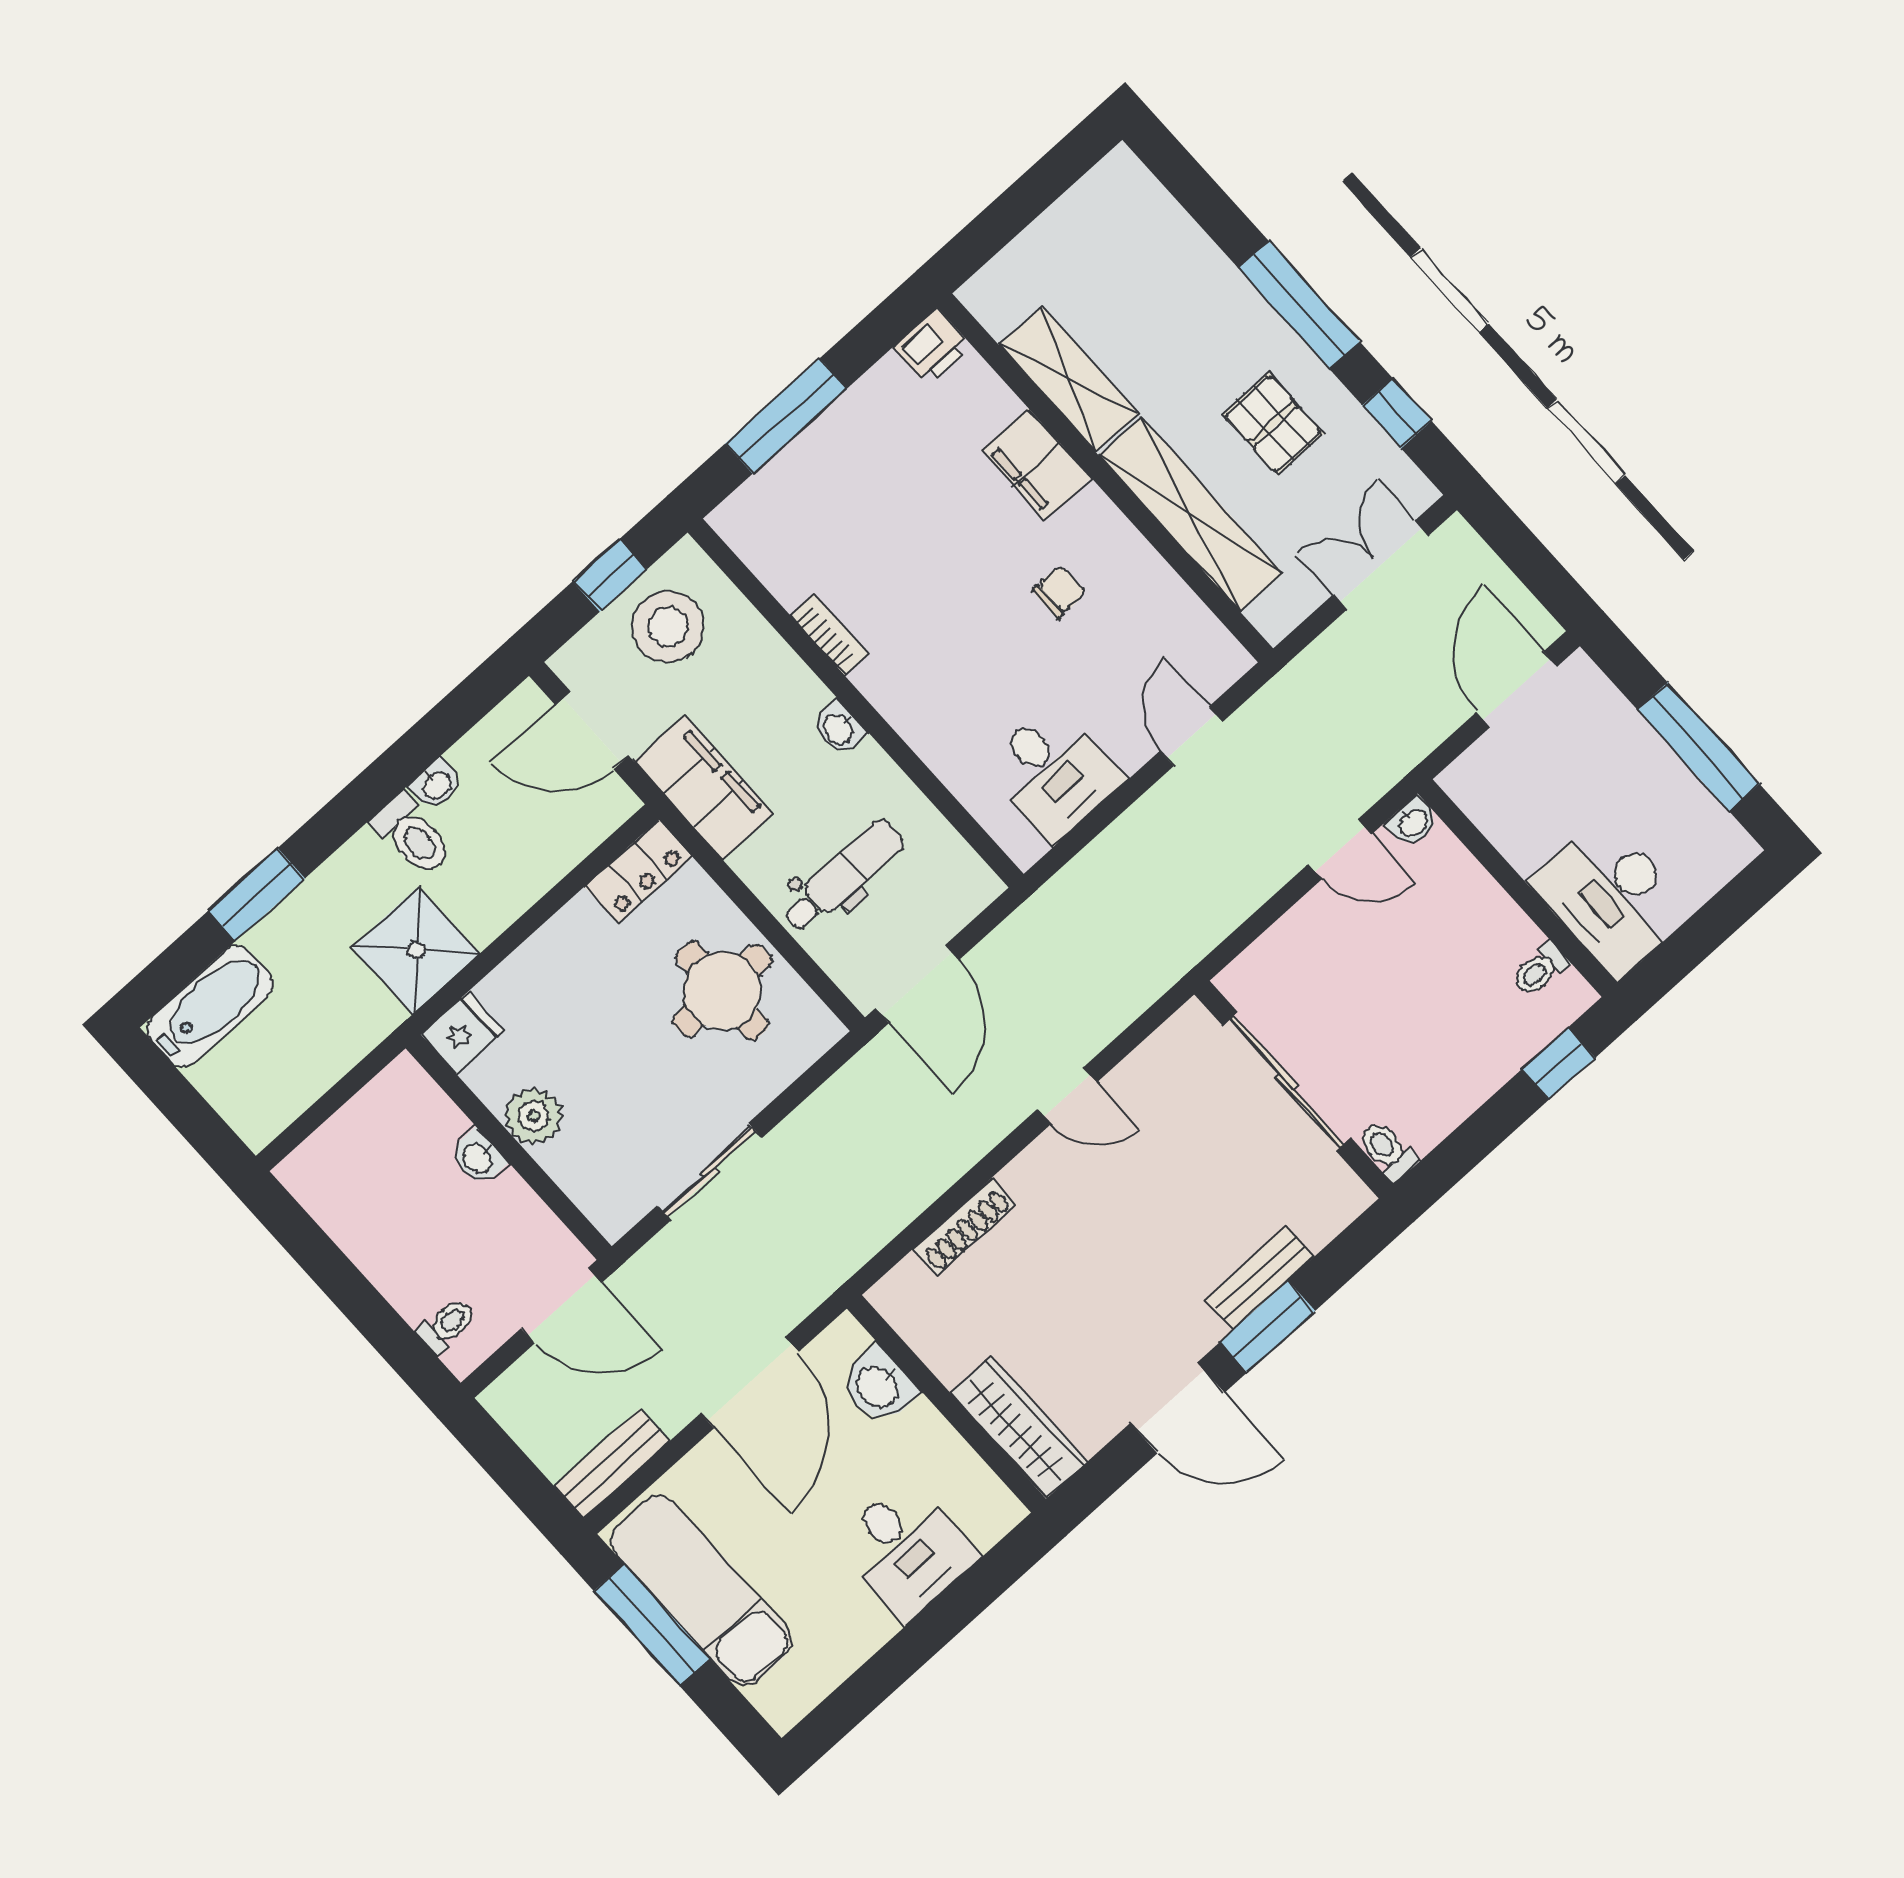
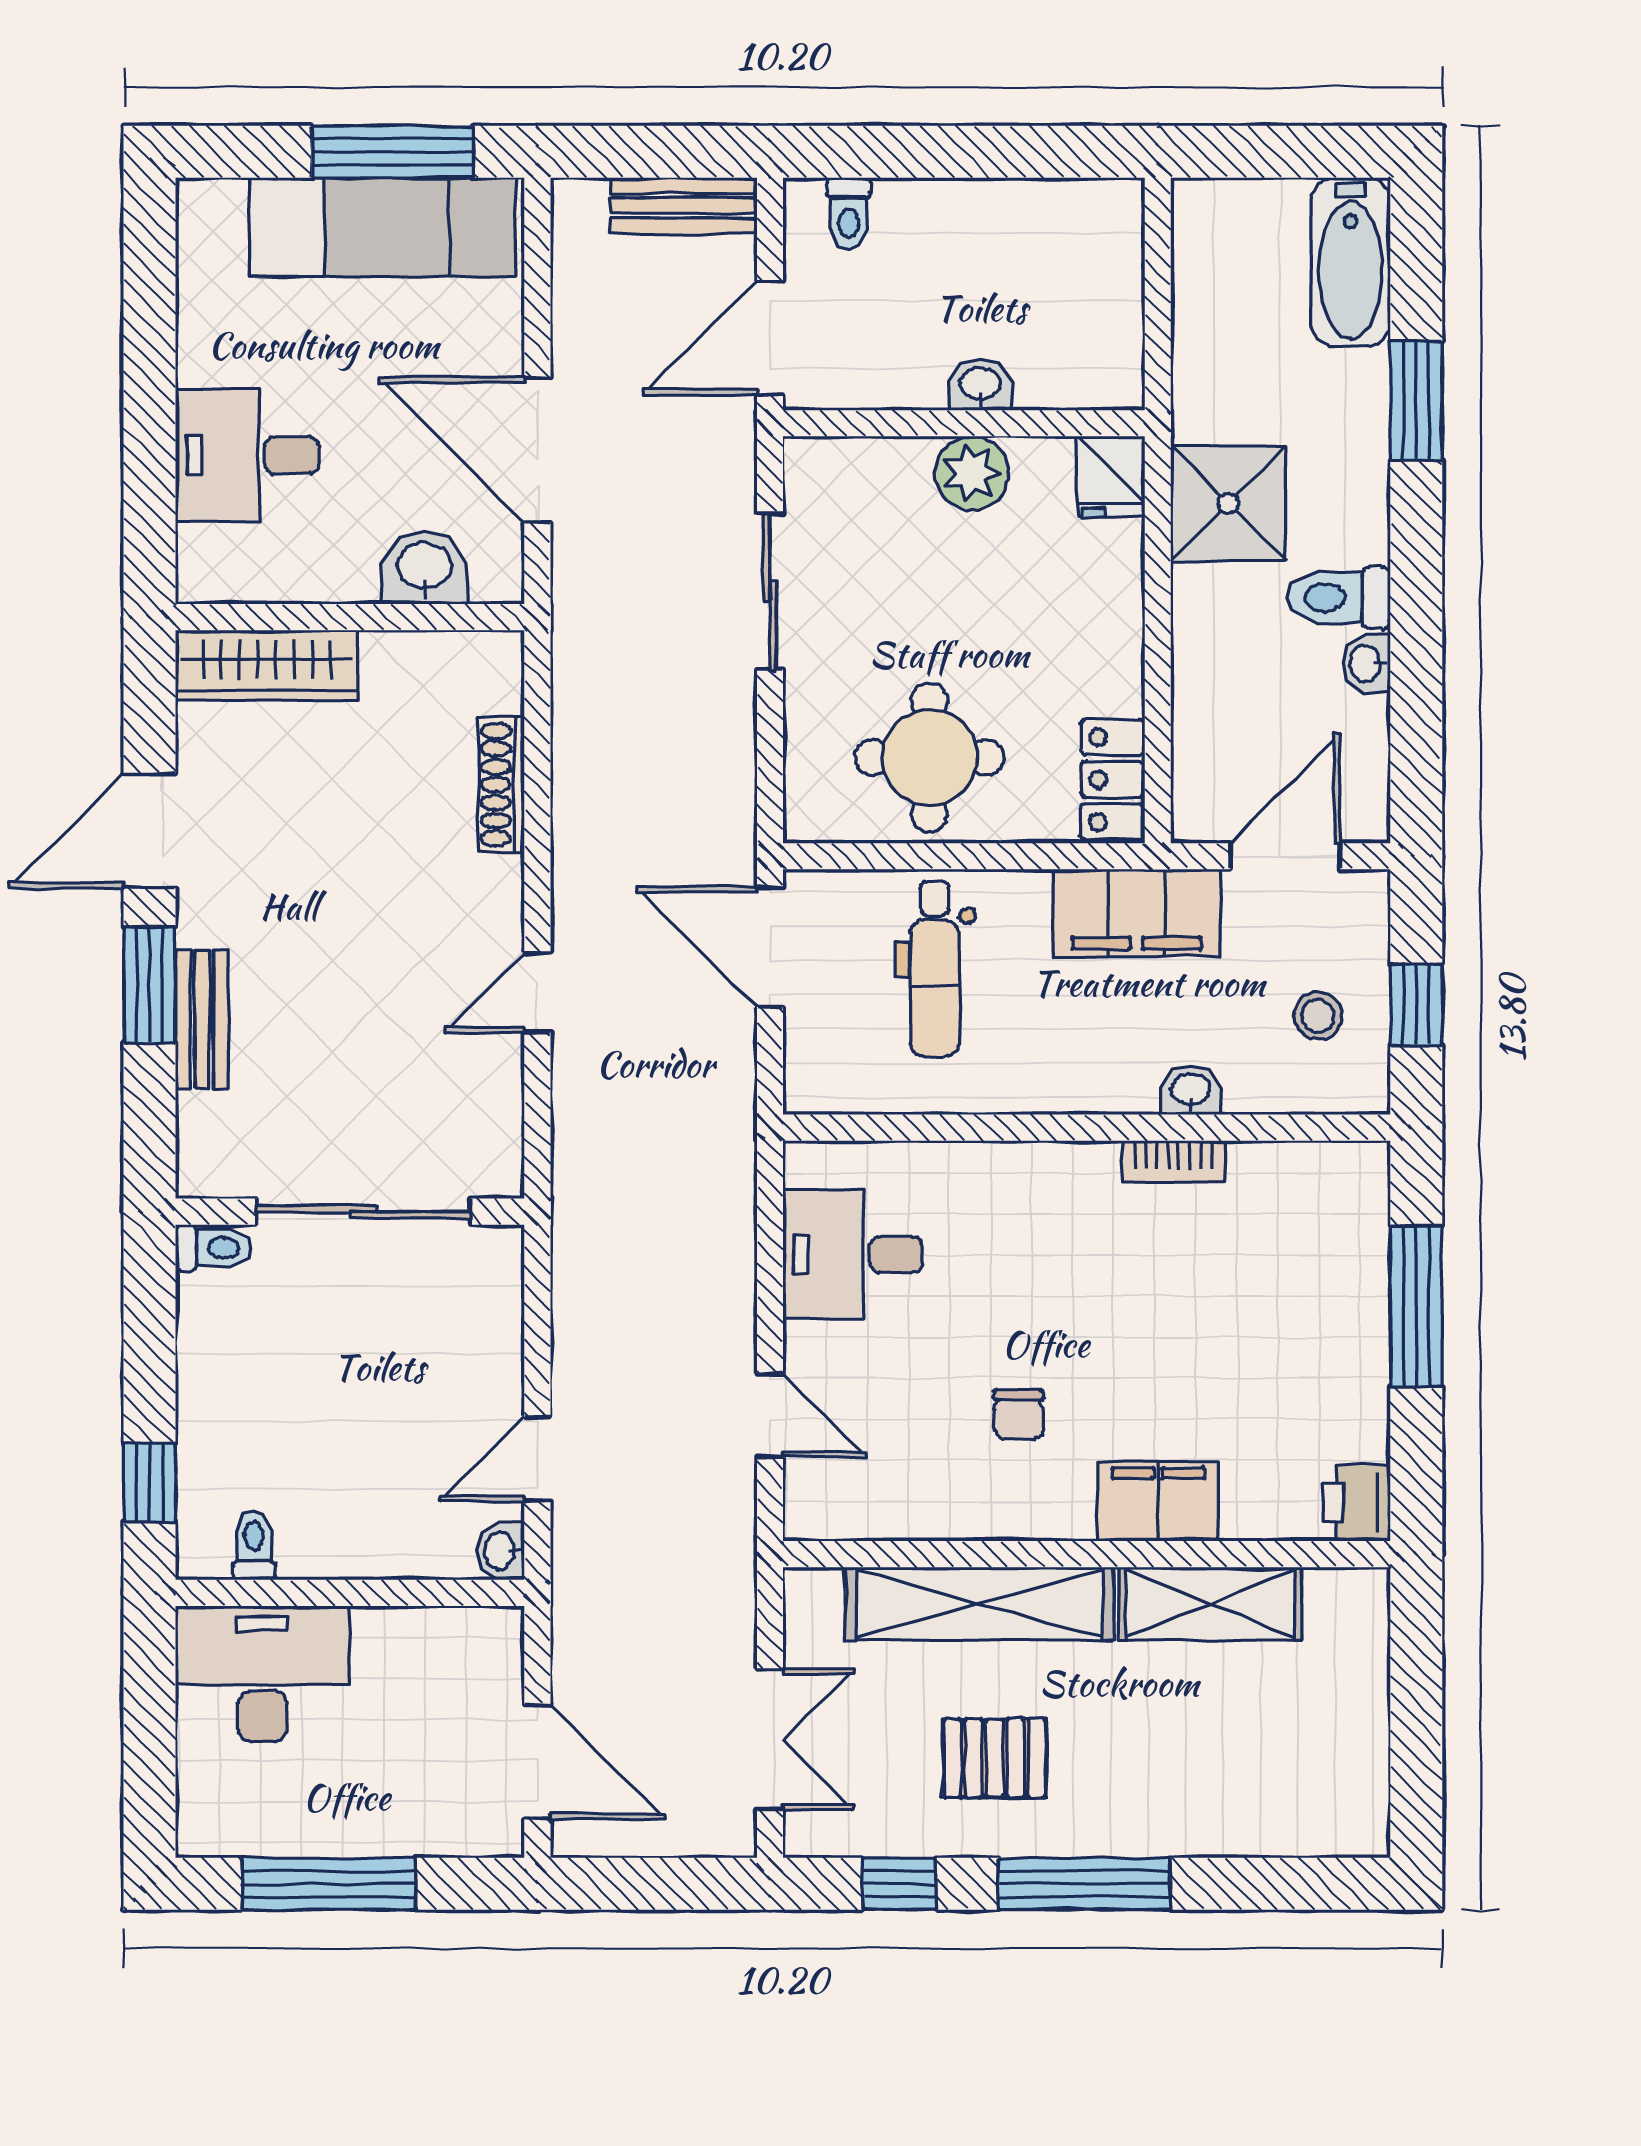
stool: (668, 627) -> (1318, 1016), width x0.53, depth x0.53
washbasin: (839, 728) -> (1191, 1090), moved
bench: (612, 1464) -> (684, 206), moved, turned 90

